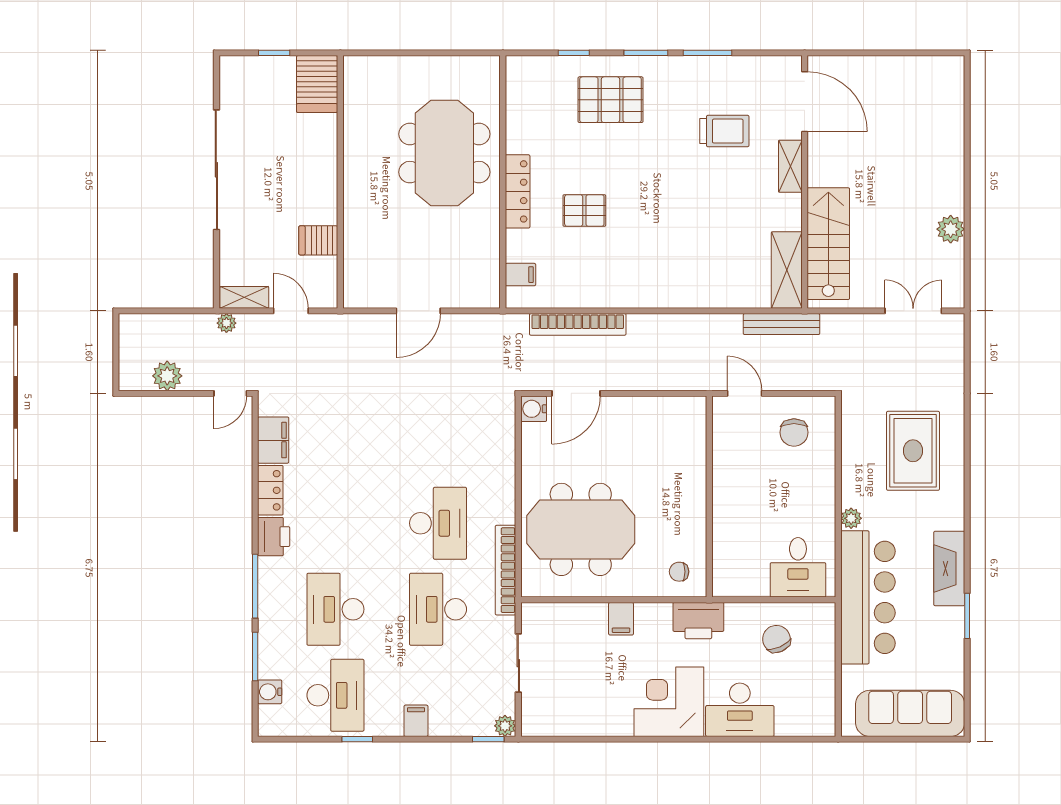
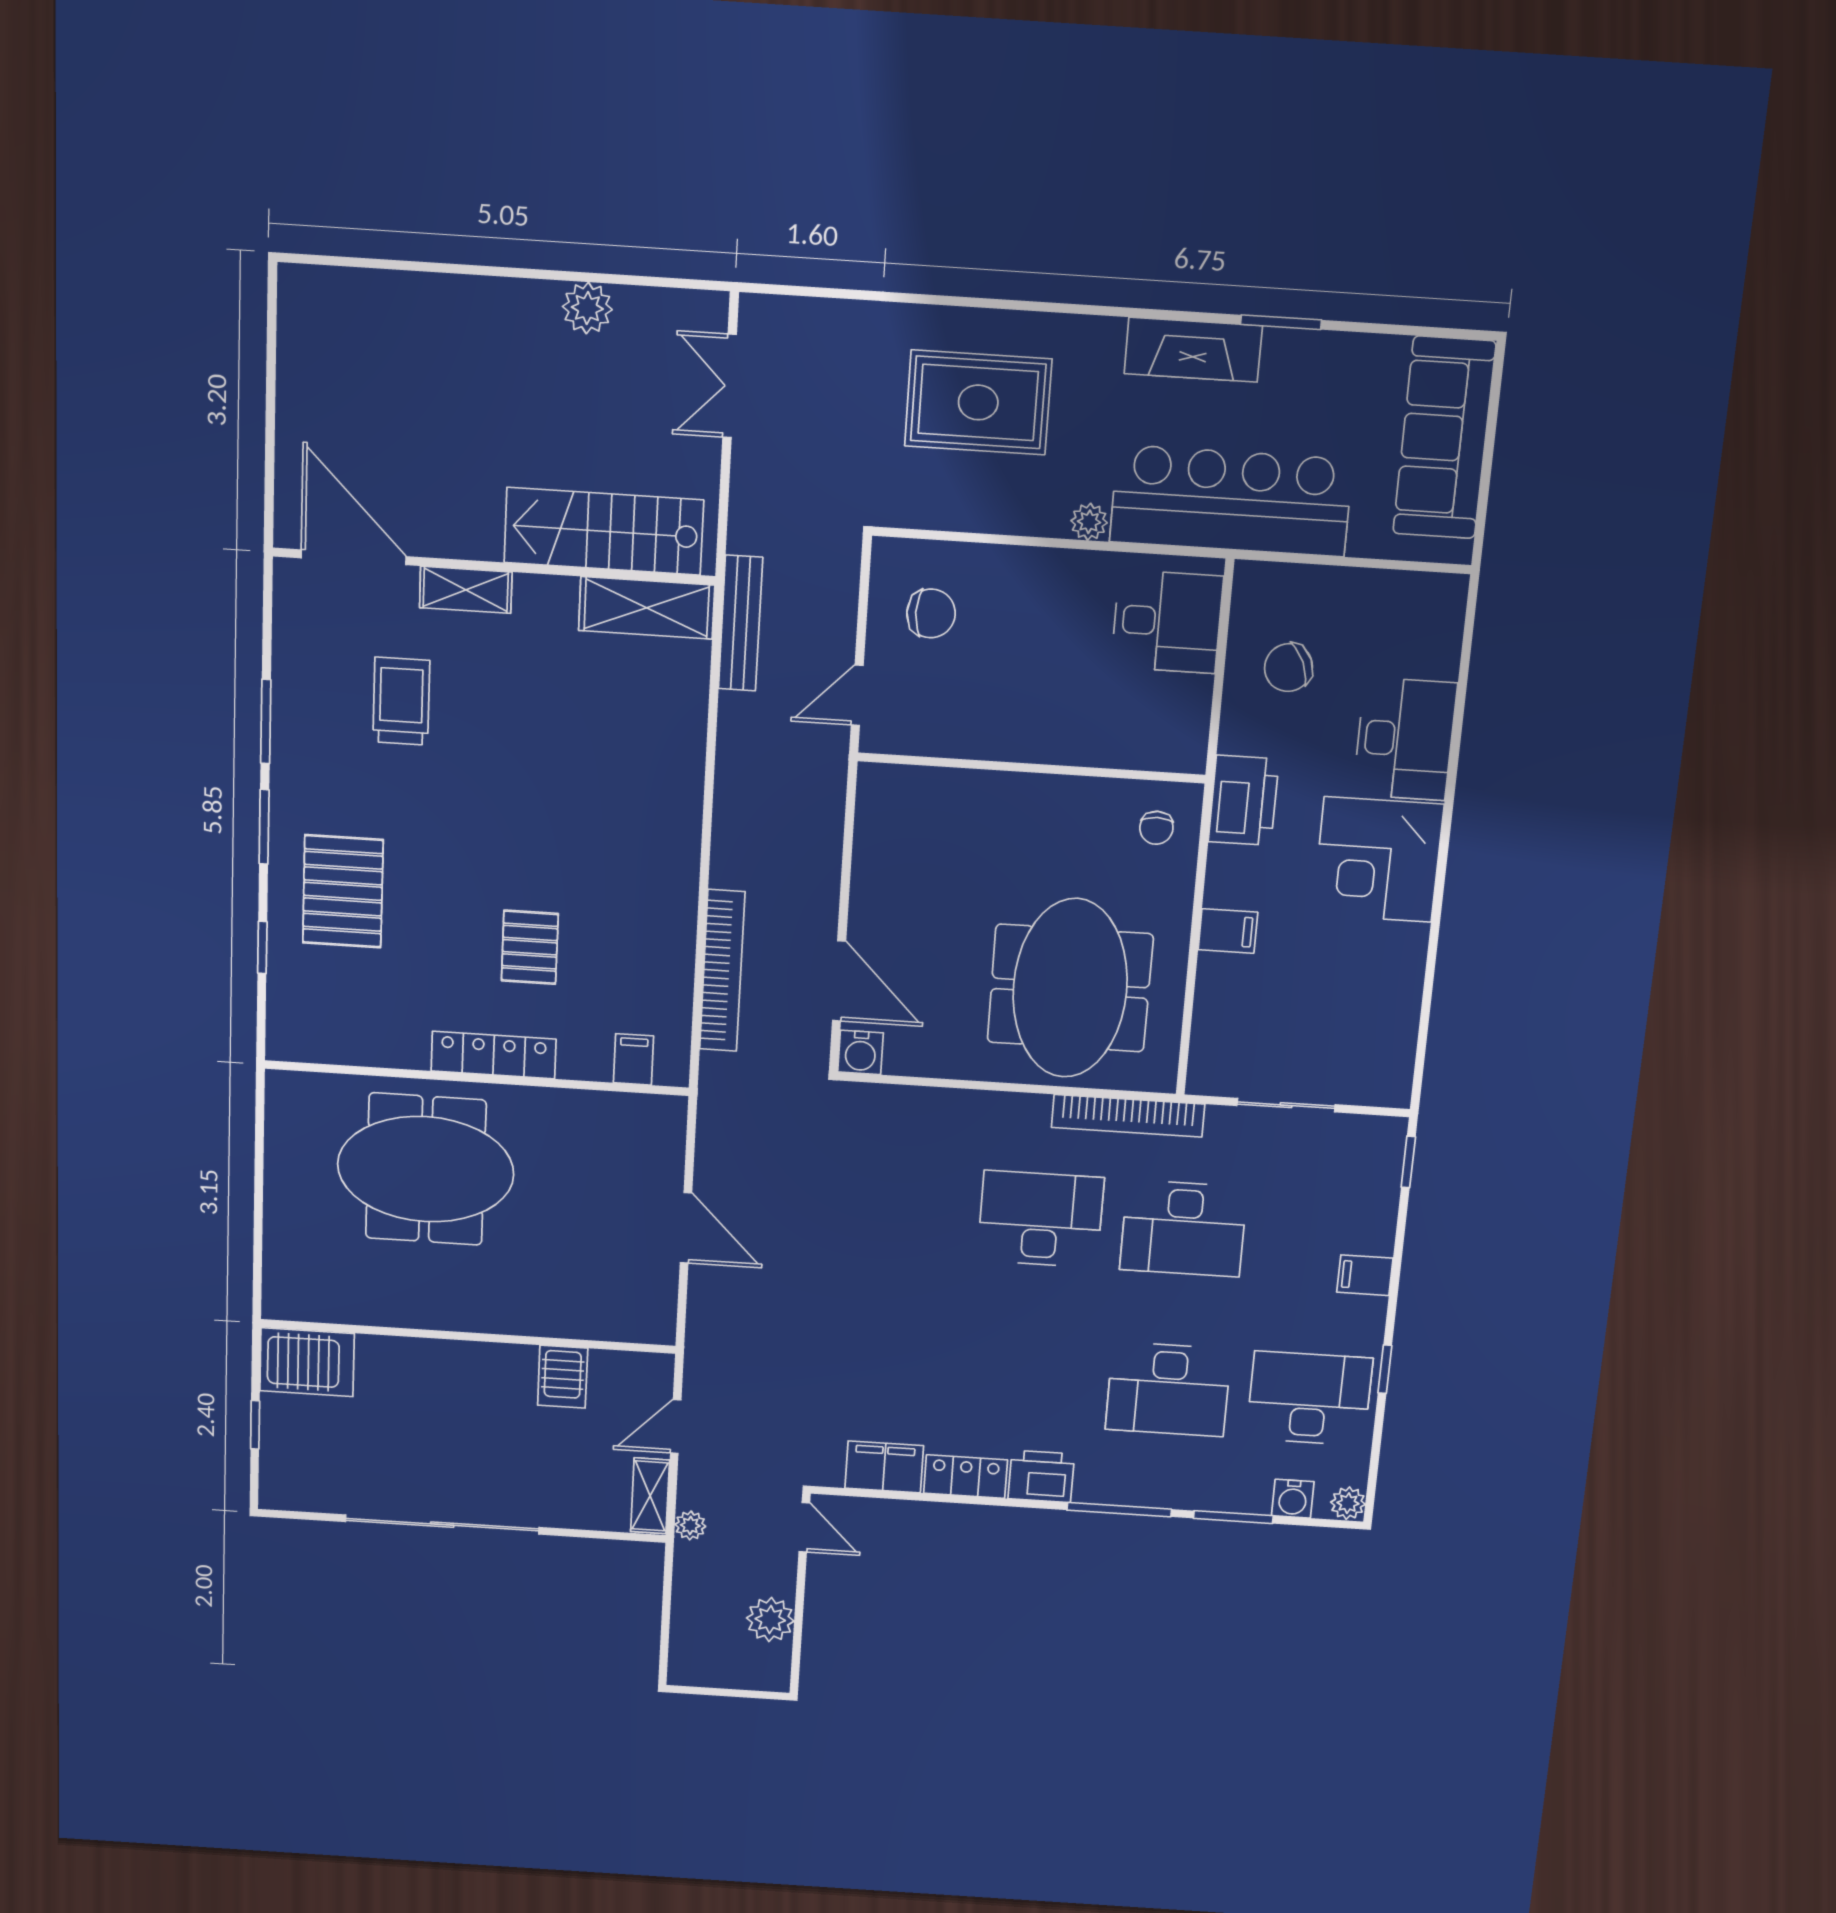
door: (805, 102) -> (354, 557), hinge flipped
plant: (505, 726) -> (1348, 1503), moved

